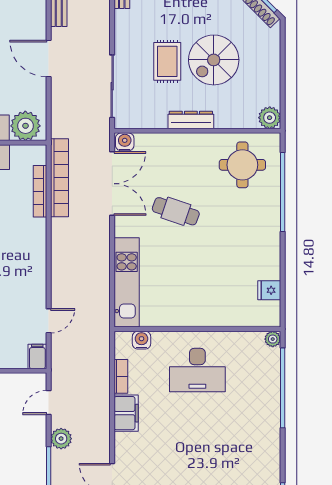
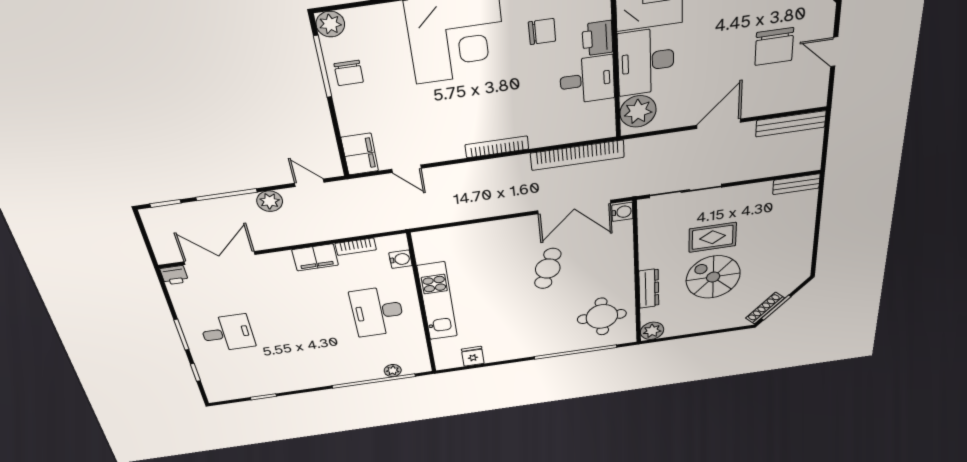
dresser: (191, 120) -> (649, 289), moved
bookcase: (40, 191) -> (497, 147), moved
kitchen unit: (127, 282) -> (437, 301), moved, turned -90
plant: (273, 339) -> (393, 371), moved
filing cabinet: (37, 356) -> (360, 154), width x2.00

